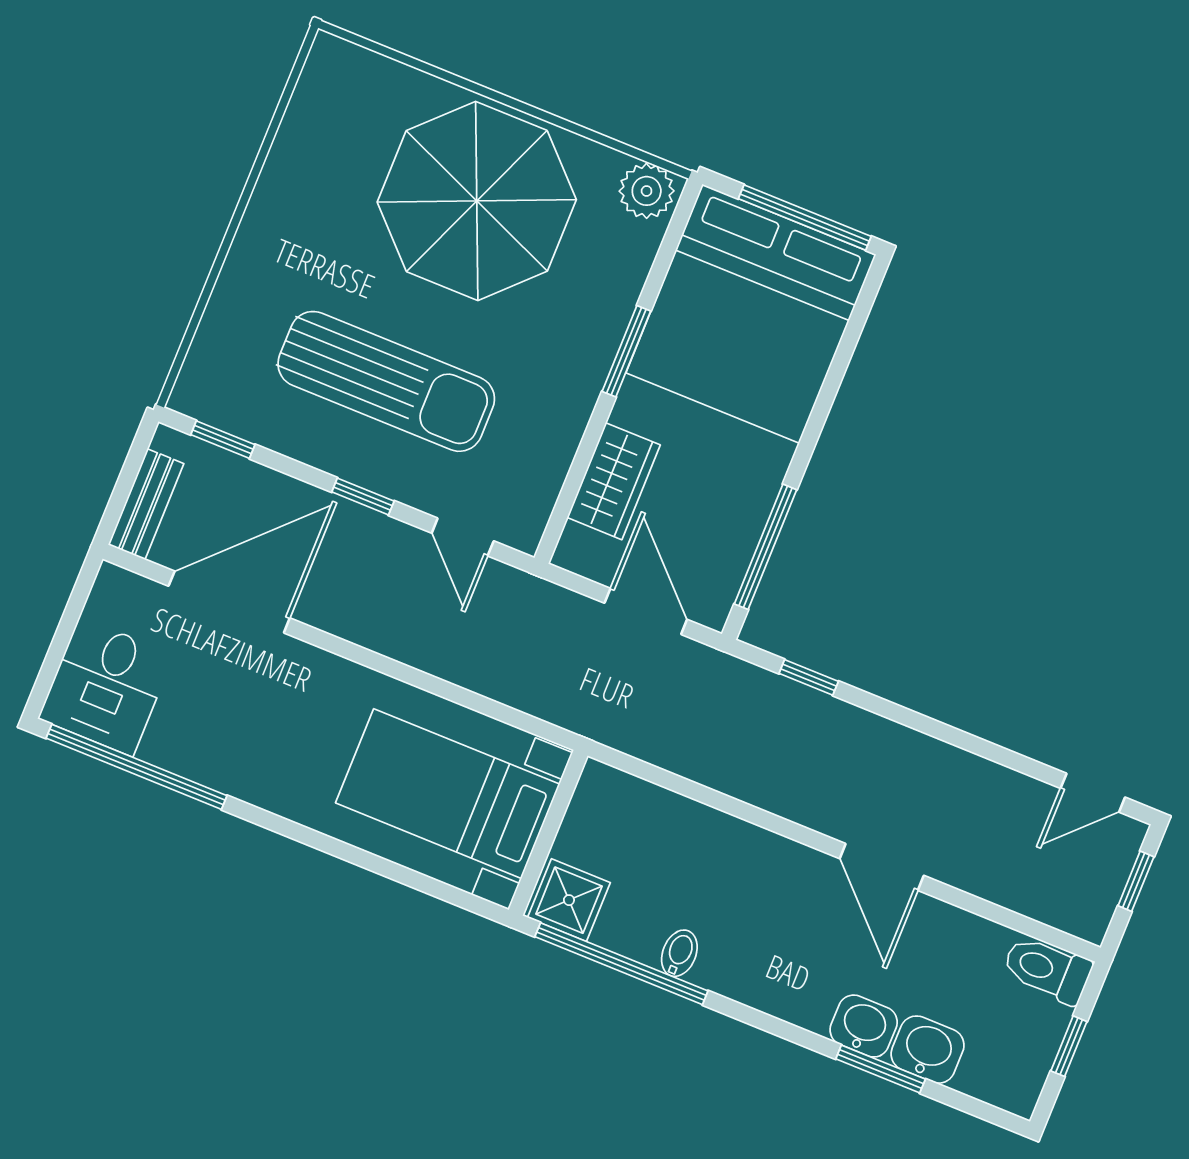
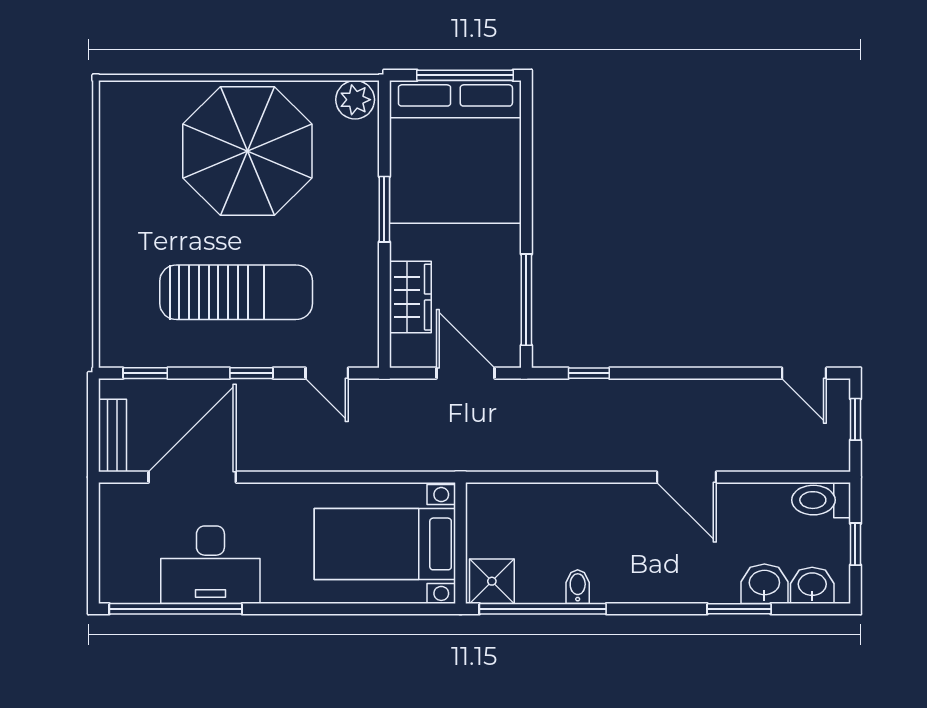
desk: (106, 687) -> (210, 565), moved, width x1.37
door: (1093, 793) -> (804, 373), hinge flipped
washbasin: (864, 1026) -> (812, 585), moved

